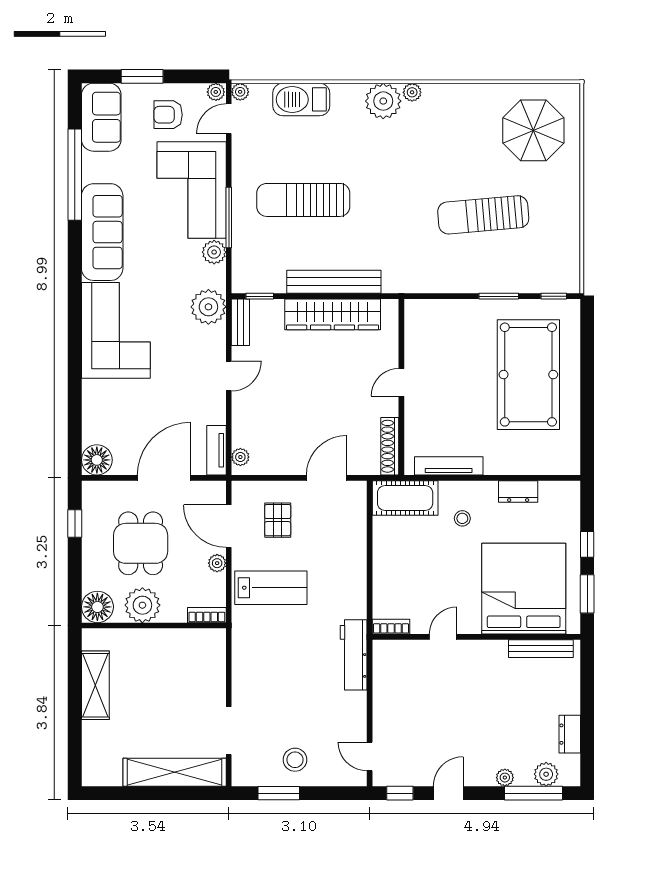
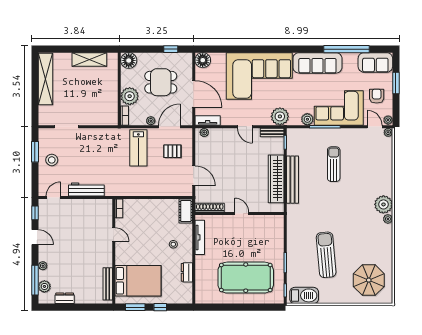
barbecue: (301, 99) -> (304, 295), moved, turned 90
sun lounger: (303, 200) -> (334, 164), width x0.73, depth x0.75
corner sofa: (116, 330) -> (259, 76), width x1.36, depth x1.36
cot: (405, 498) -> (186, 211), width x0.73, depth x0.75
bed: (524, 589) -> (138, 281), width x0.73
plant: (142, 605) -> (130, 96), moved
workbench: (354, 655) -> (86, 190), moved
shelving: (175, 772) -> (45, 79), moved

